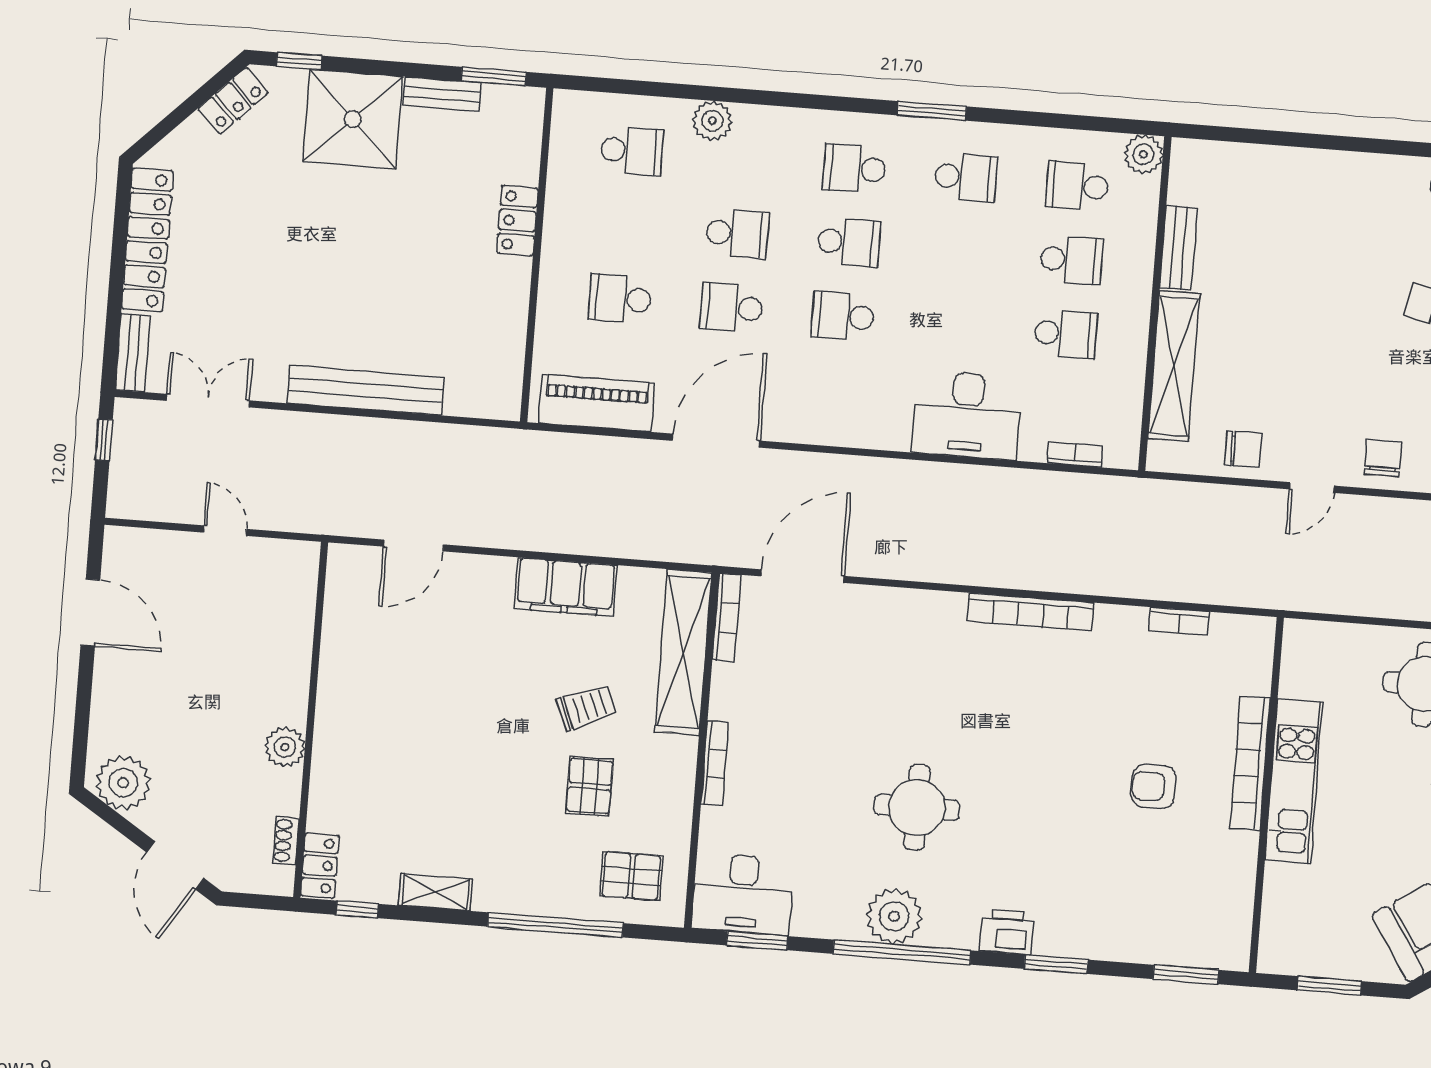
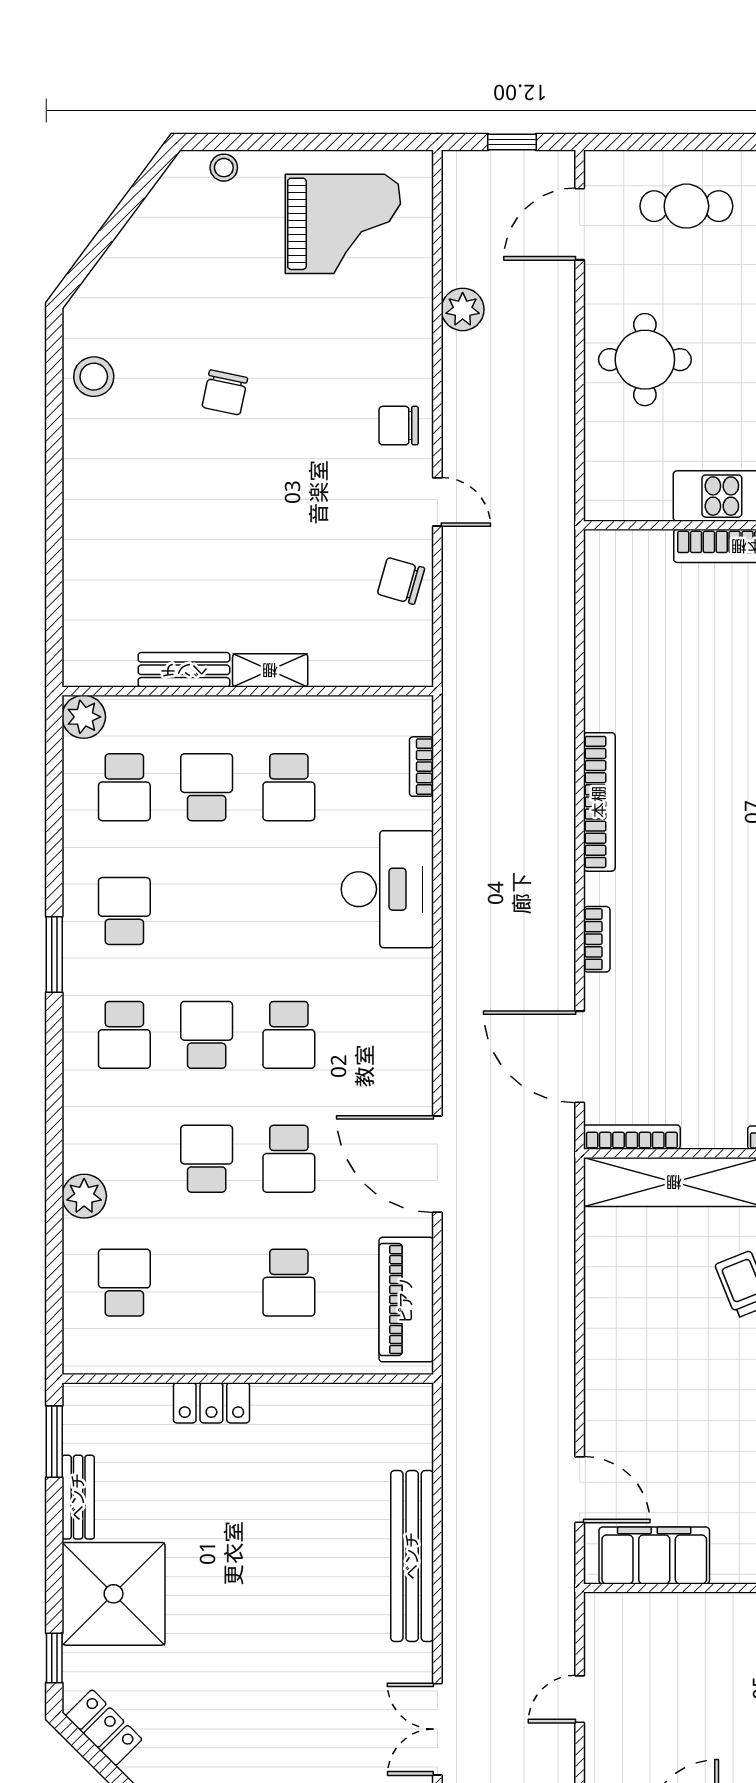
school desk: (1066, 334) -> (289, 787), turned 180
shelving: (1174, 366) -> (270, 670), width x0.45, depth x0.75
chair: (1243, 449) -> (401, 581), turned -74
filing cabinet: (566, 587) -> (654, 1555), moved, turned -90
bookcase: (1179, 621) -> (597, 939), moved

